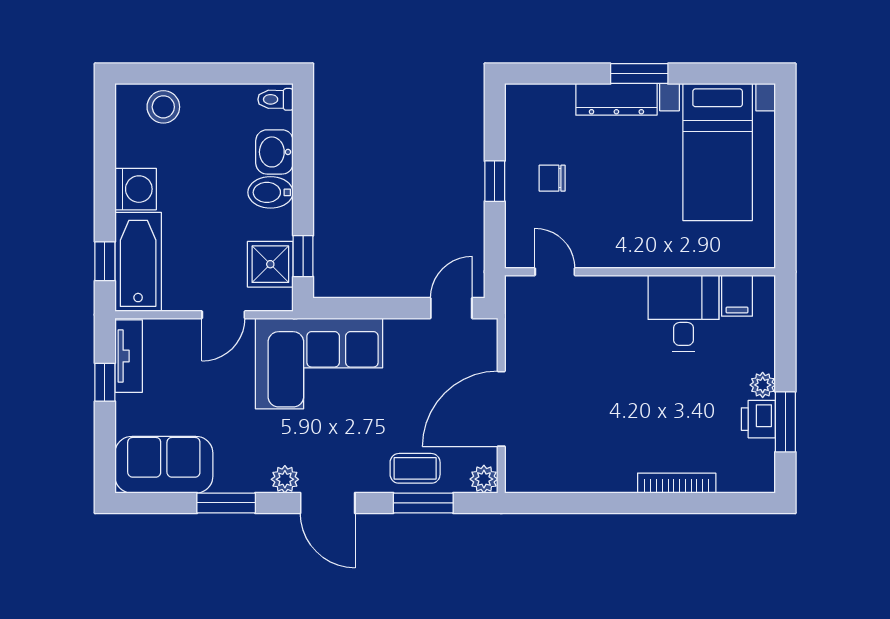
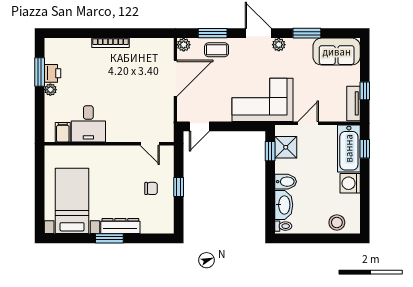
washbasin: (274, 152) -> (284, 205), width x1.38
bookcase: (677, 483) -> (111, 43), moved

